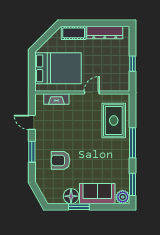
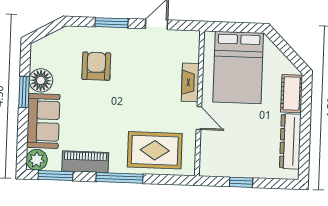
fireplace: (56, 99) -> (190, 82), moved
piano: (123, 165) -> (85, 162), added

